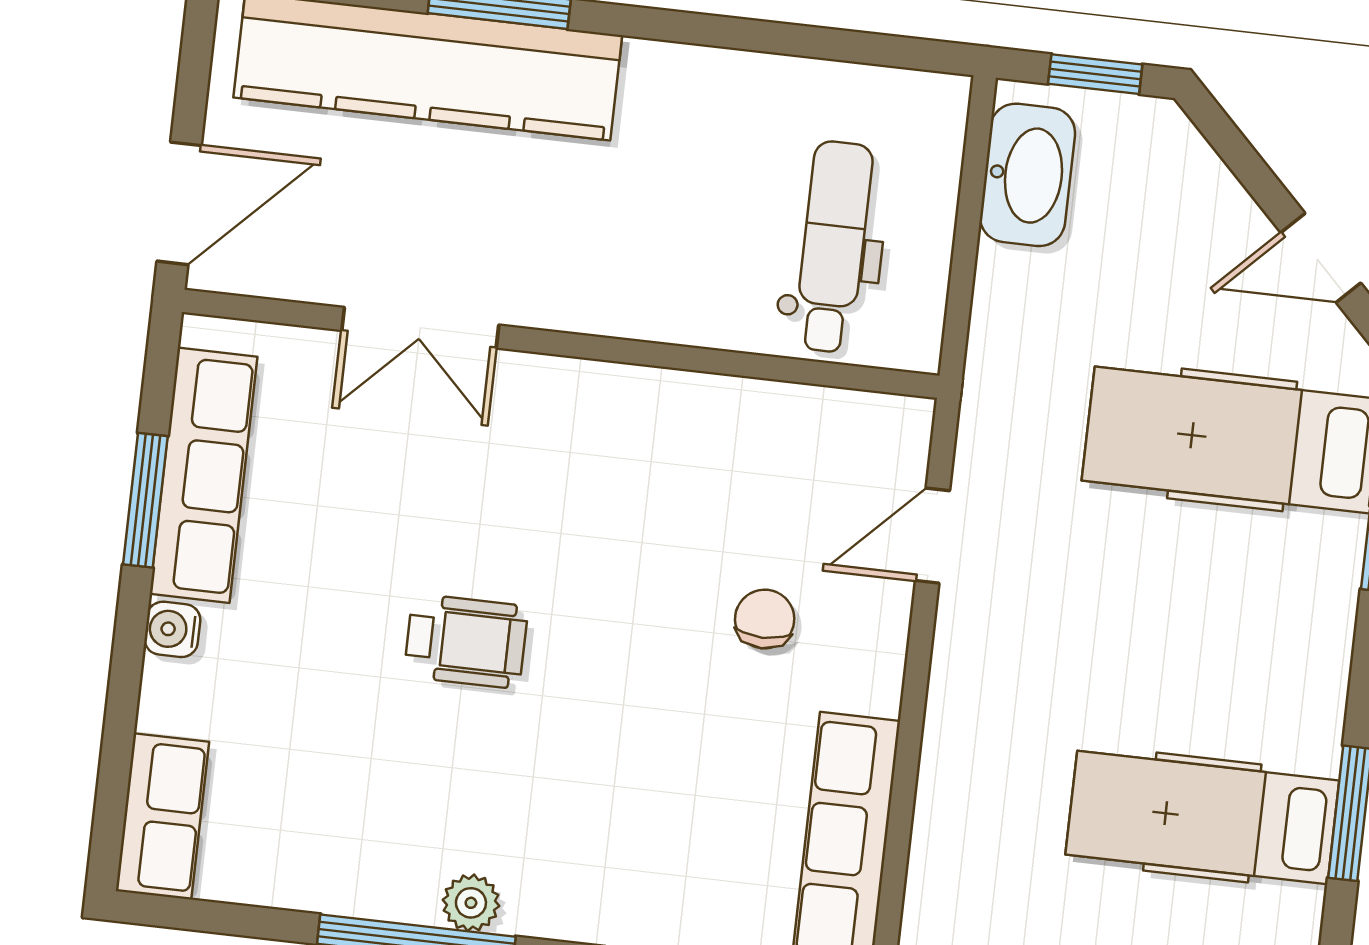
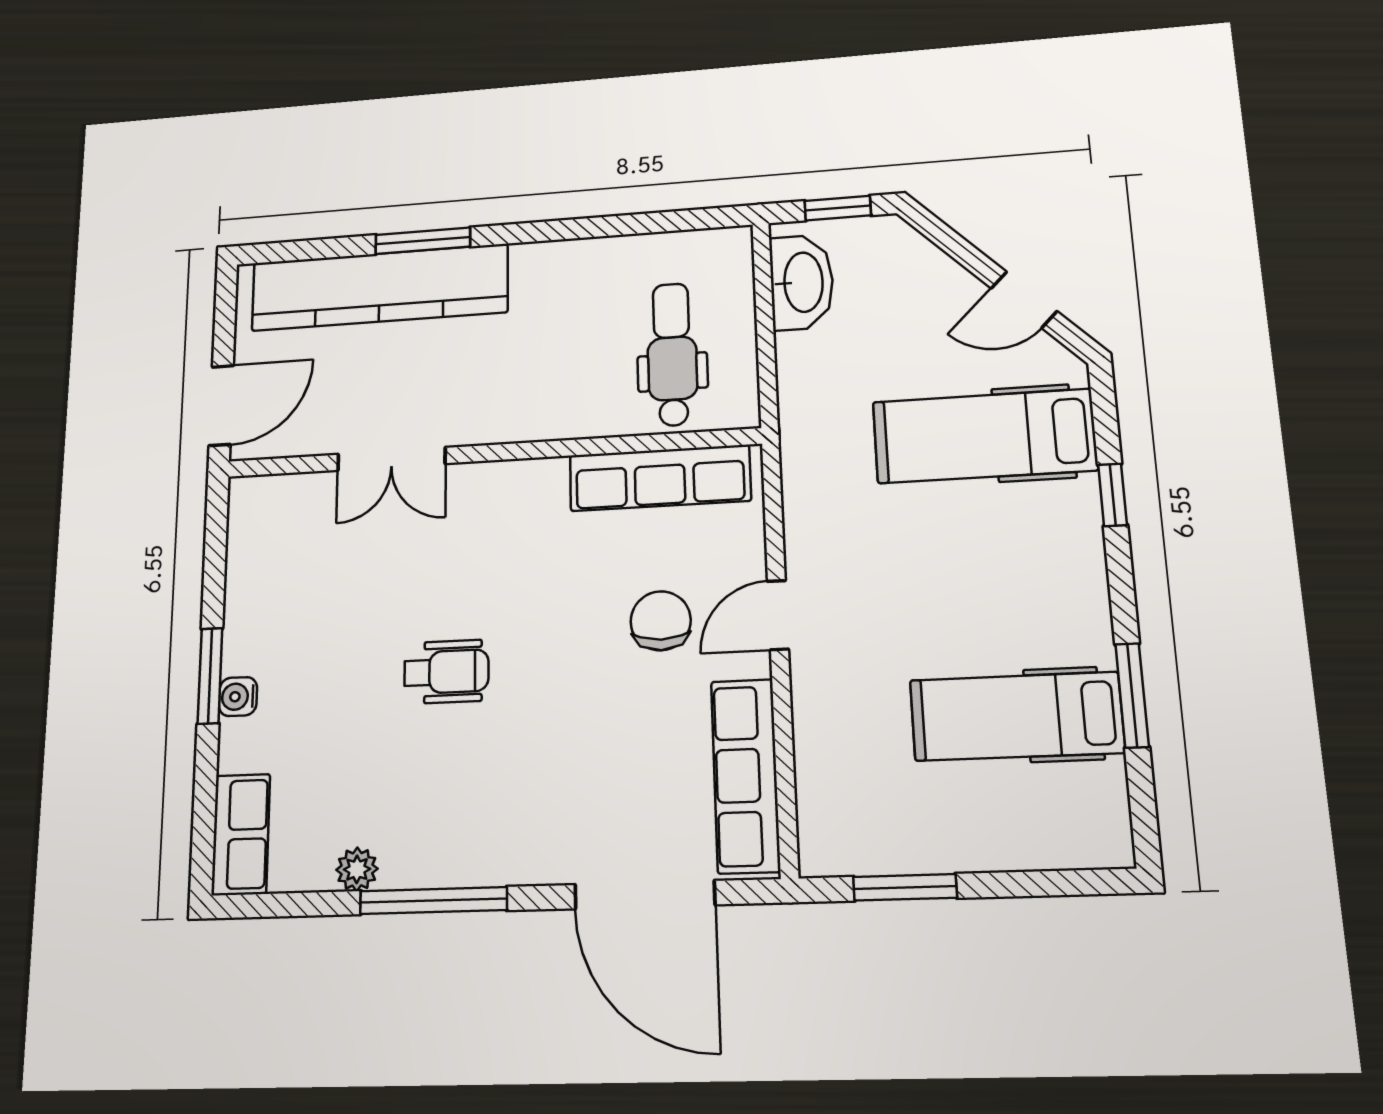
row of seats: (203, 475) -> (660, 478), moved, turned 90
window: (145, 500) -> (210, 676), moved
door: (932, 536) -> (778, 615), moved
chair: (765, 619) -> (661, 621), width x1.37, depth x1.37
plant: (471, 903) -> (357, 869), moved

